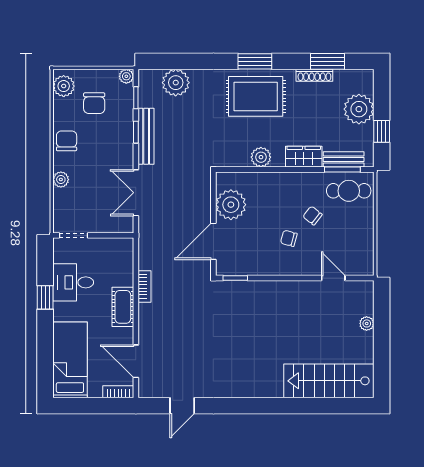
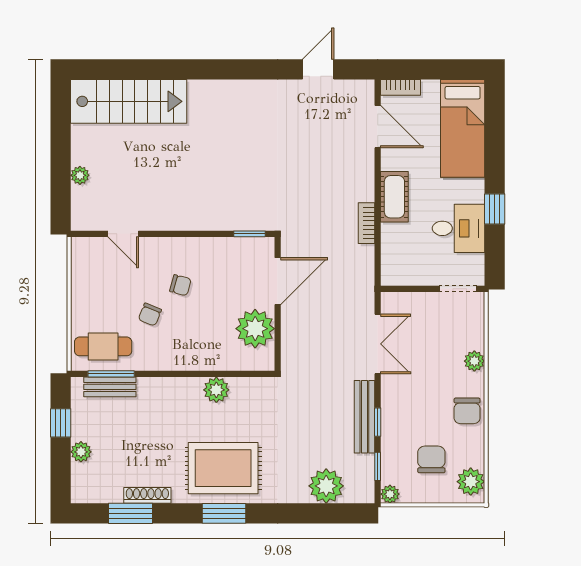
plant: (359, 109) -> (81, 452), width x0.53, depth x0.53
wardrobe: (304, 157) -> (161, 390), removed
chair: (312, 216) -> (150, 314), turned 74

